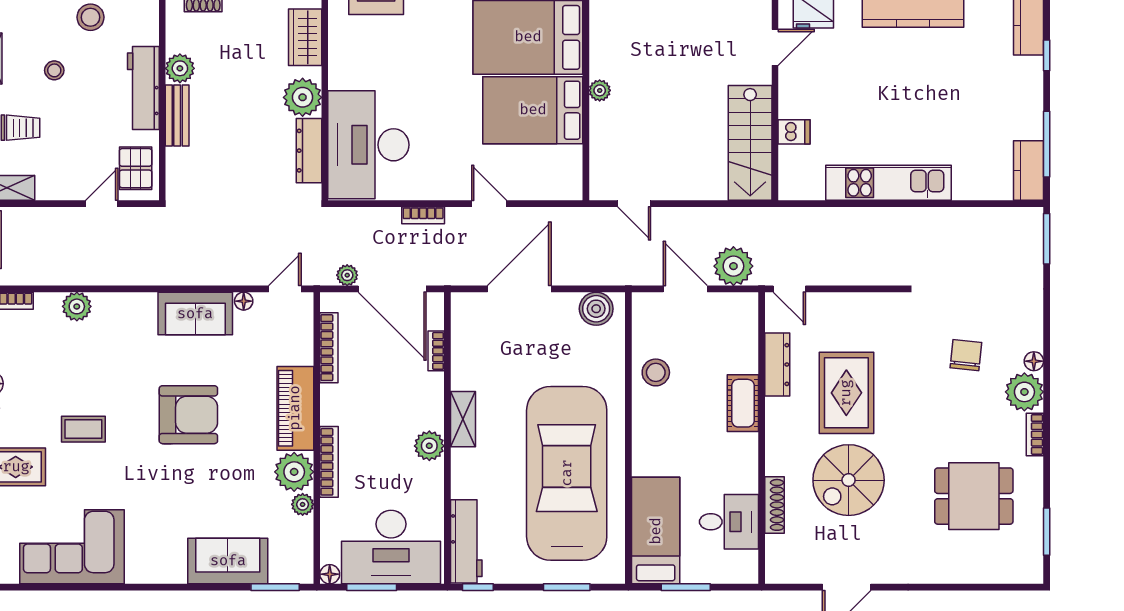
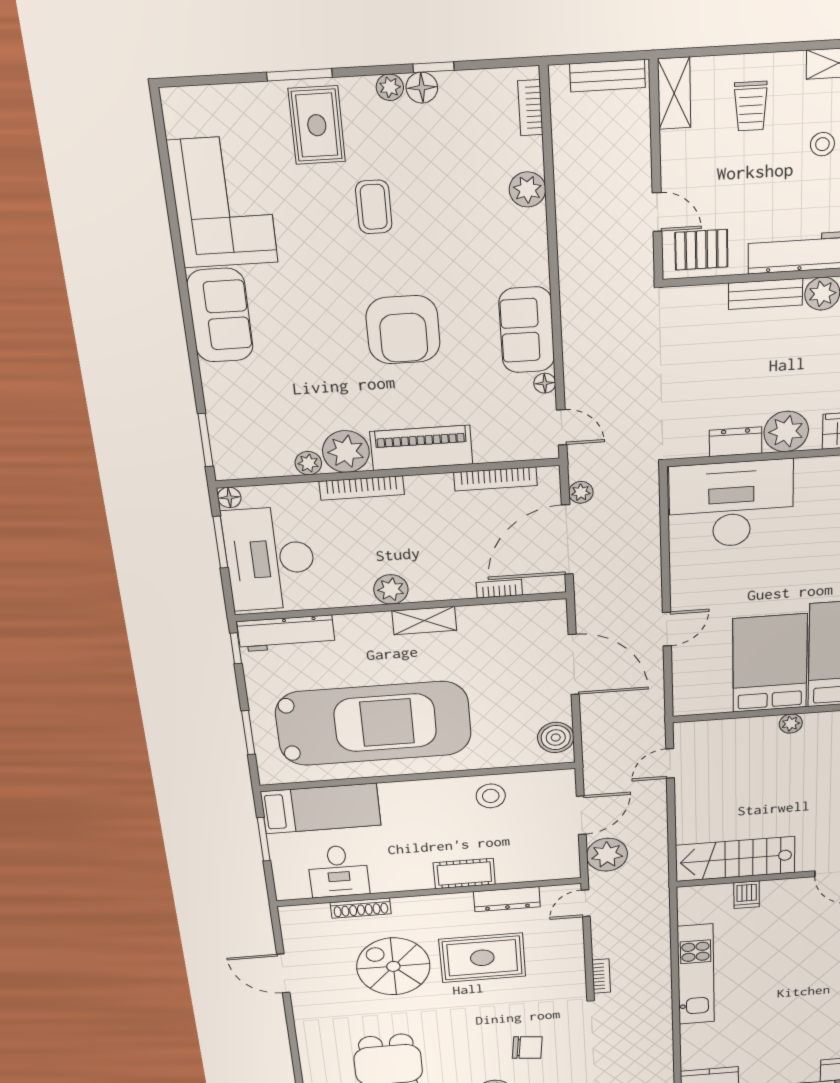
dresser: (309, 151) -> (736, 442), width x0.70
bookcase: (423, 215) -> (601, 976), moved, turned 180
sofa: (228, 561) -> (220, 315), moved

